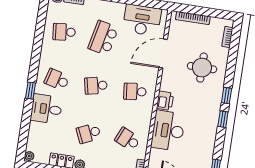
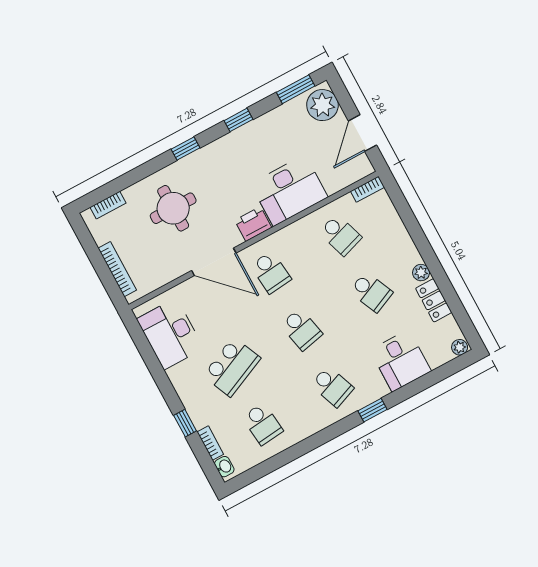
school desk: (103, 38) -> (232, 367), turned -36
door: (163, 54) -> (214, 262), moved
school desk: (57, 80) -> (332, 386), turned -36
desk: (46, 109) -> (400, 361), moved
window: (223, 119) -> (239, 120), moved
school desk: (128, 139) -> (340, 235), turned -42

